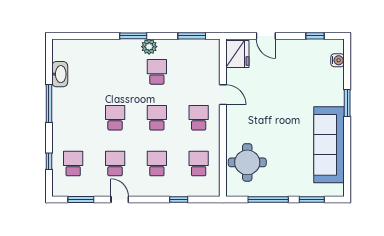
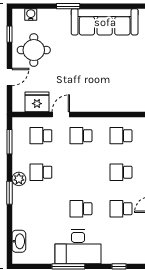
fridge: (237, 54) -> (37, 102), moved
washbasin: (60, 74) -> (19, 241), moved, turned 90
desk: (72, 114) -> (78, 247), added
school desk: (157, 118) -> (41, 136), moved
round table: (247, 162) -> (34, 50), moved
school desk: (73, 164) -> (121, 245), removed

